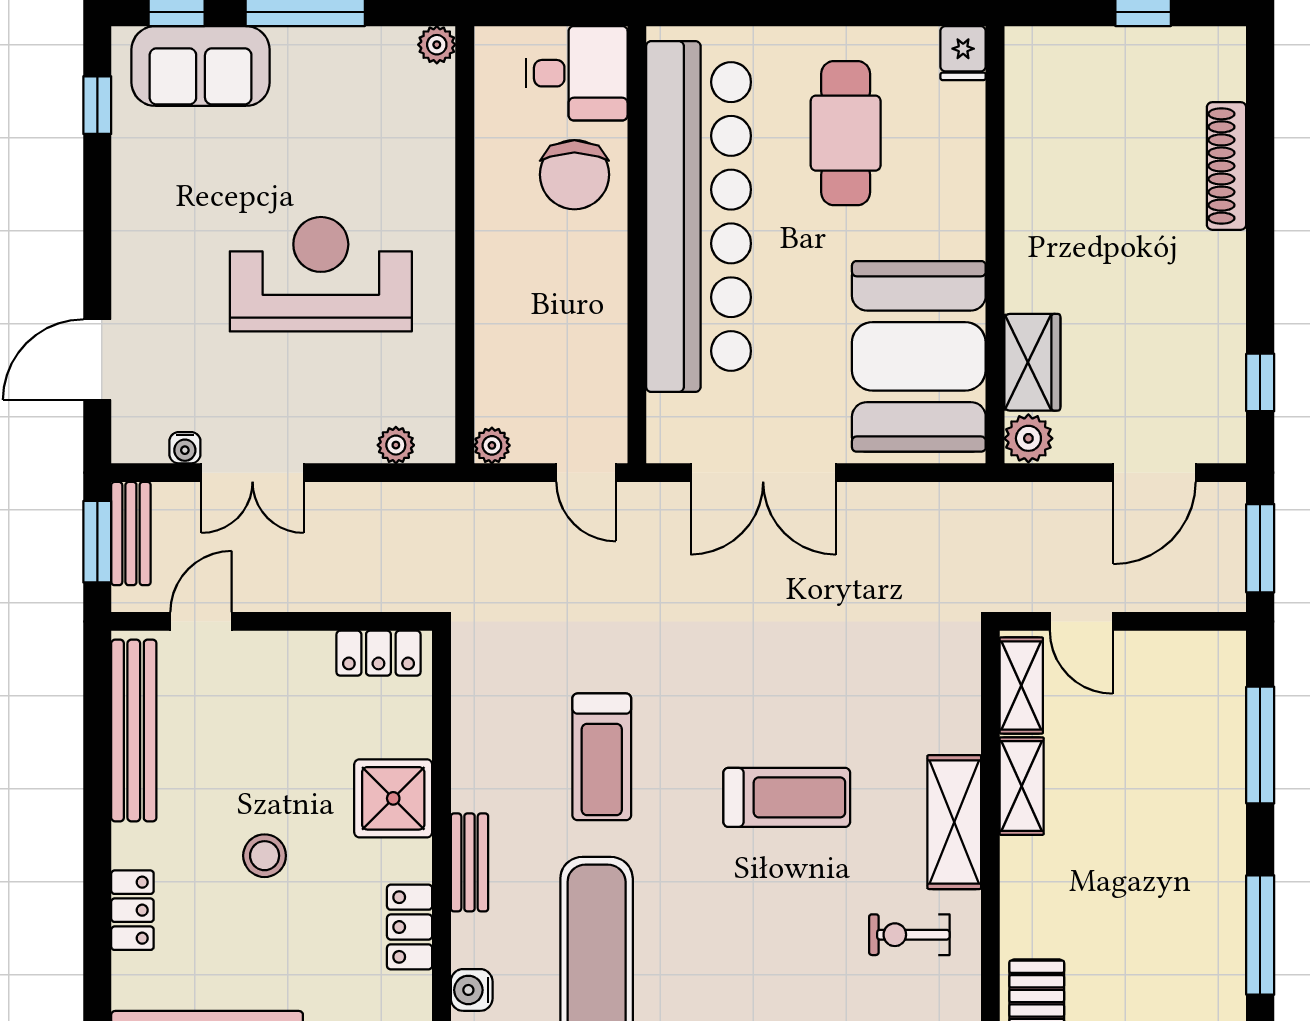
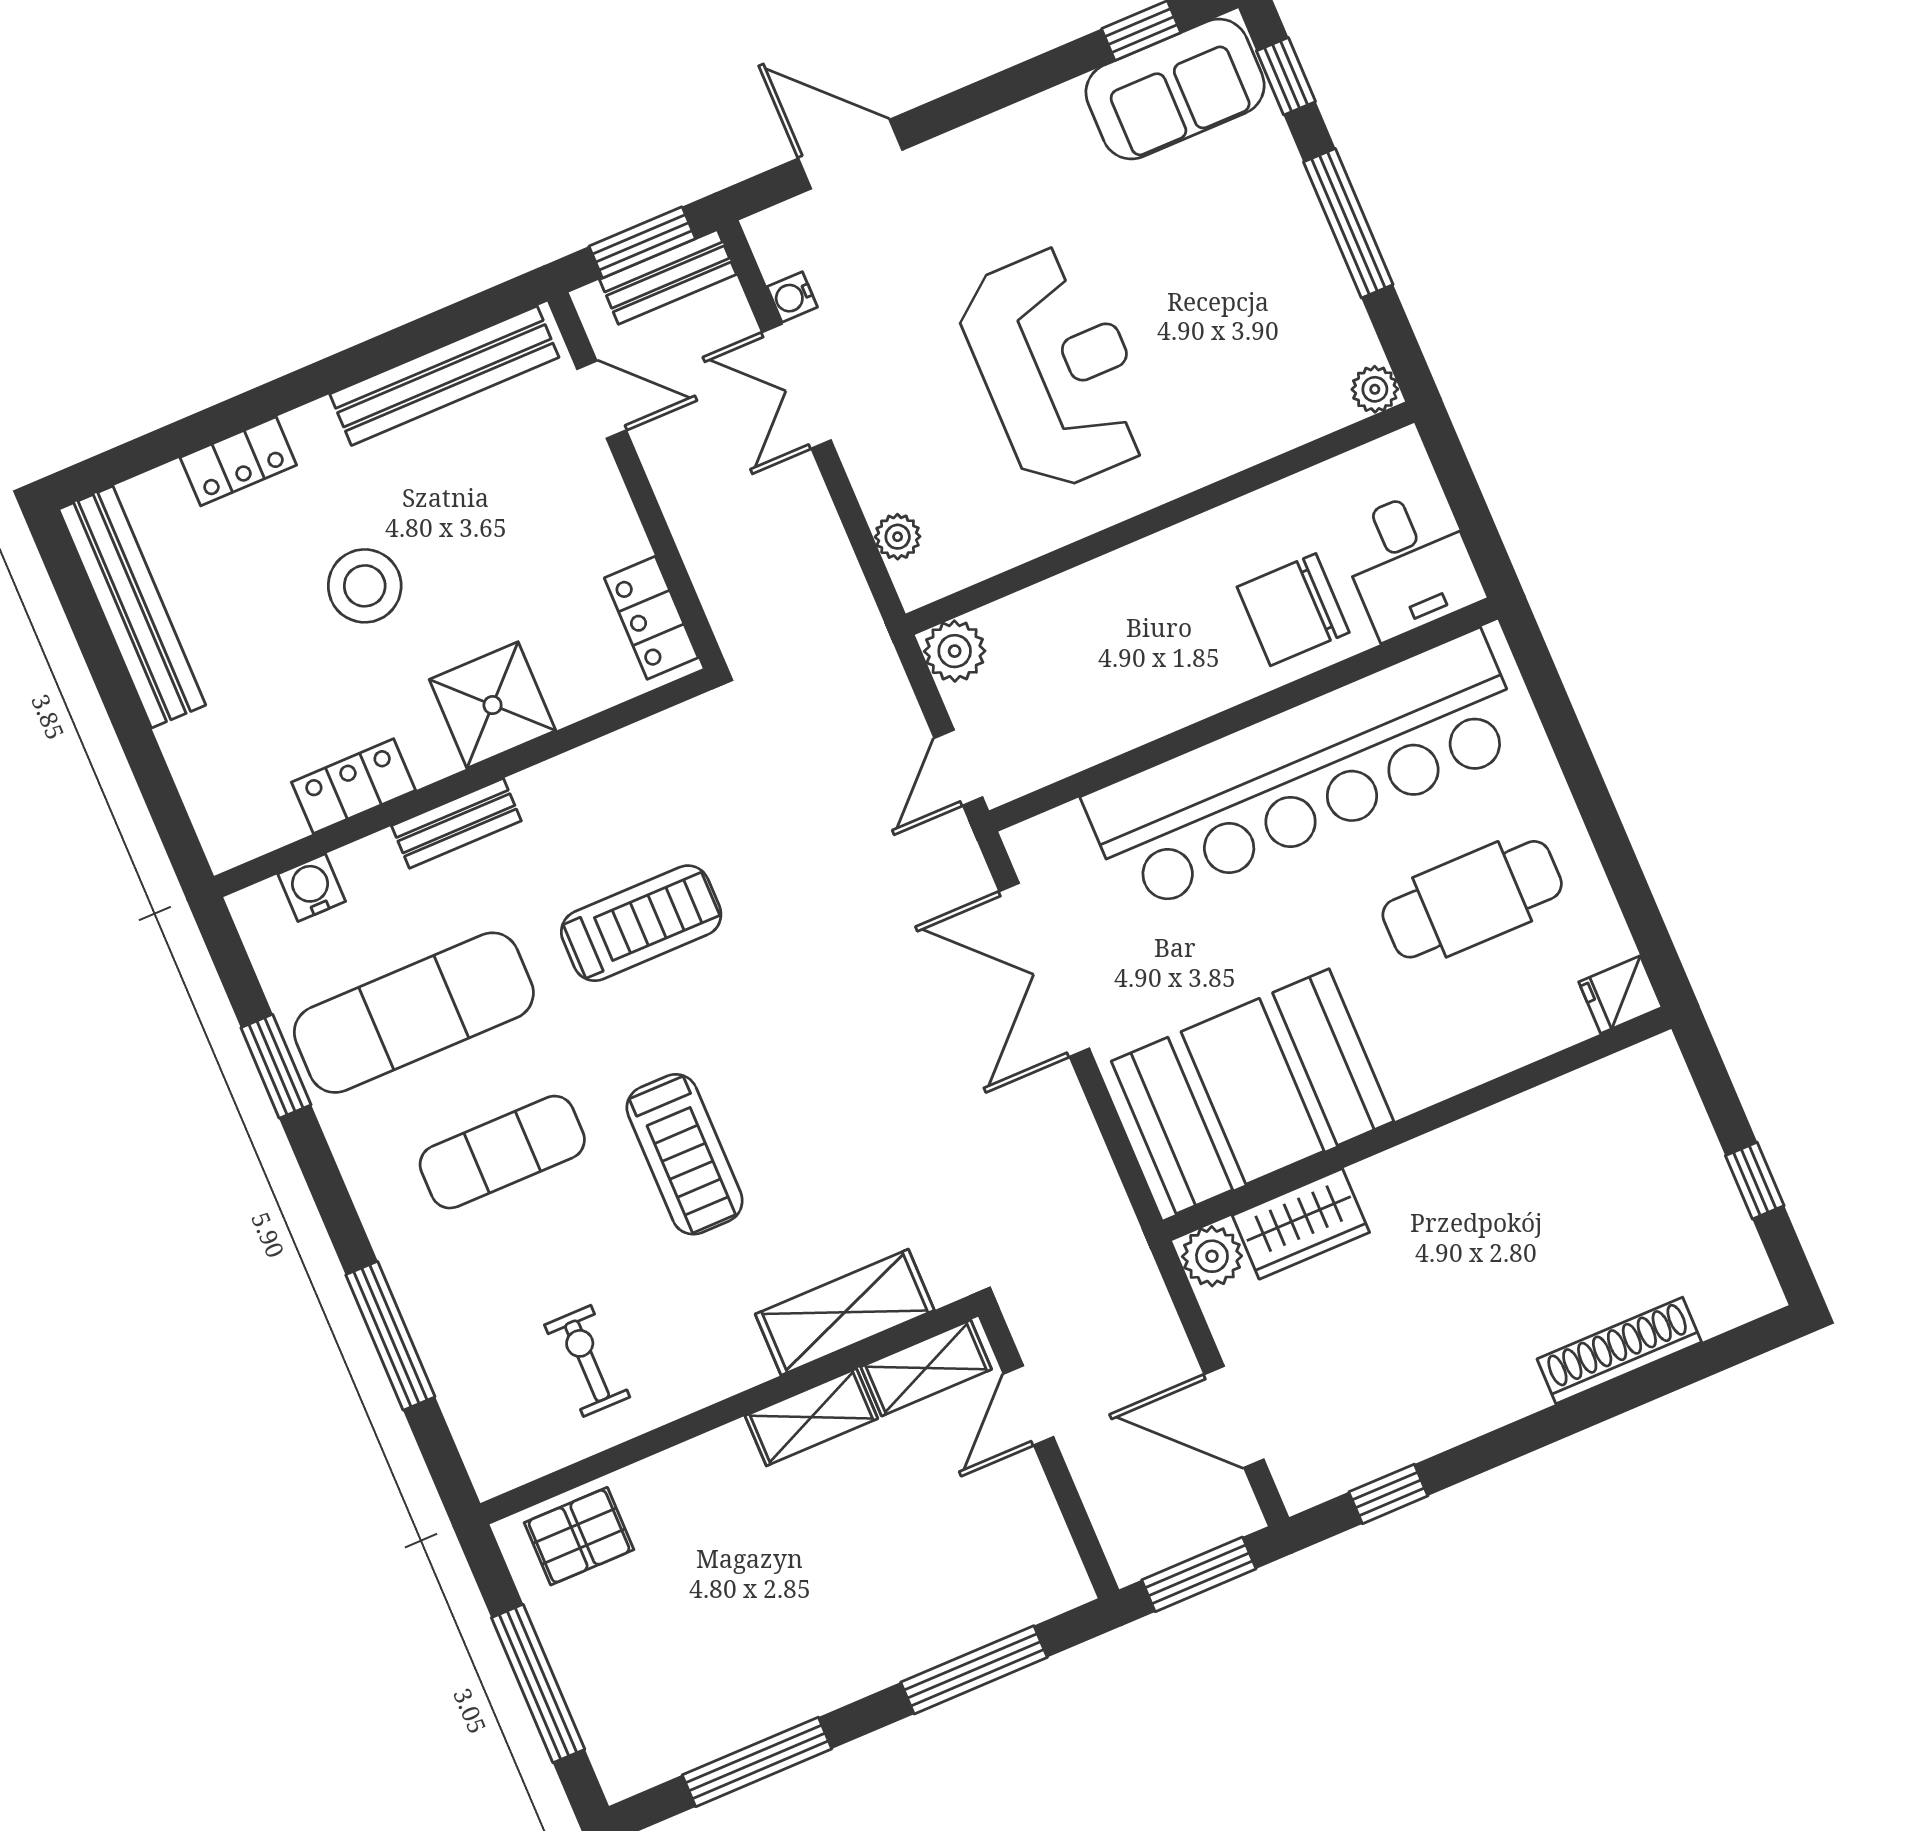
sofa: (201, 66) -> (1175, 89), moved, turned -90
plant: (492, 445) -> (955, 651), width x1.38, depth x1.38
treadmill: (602, 757) -> (641, 923), turned 180
shelving: (954, 822) -> (845, 1312), moved
stool: (265, 856) -> (365, 586), width x1.38, depth x1.38
exercise mat: (728, 932) -> (502, 1152), added

